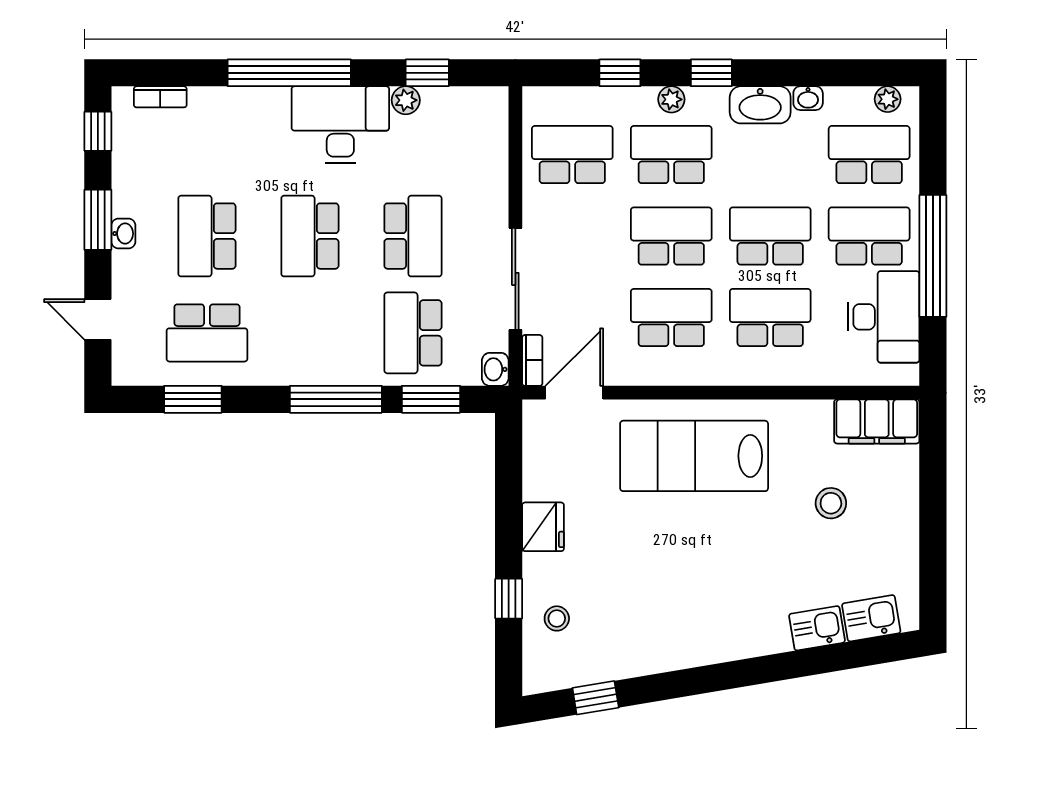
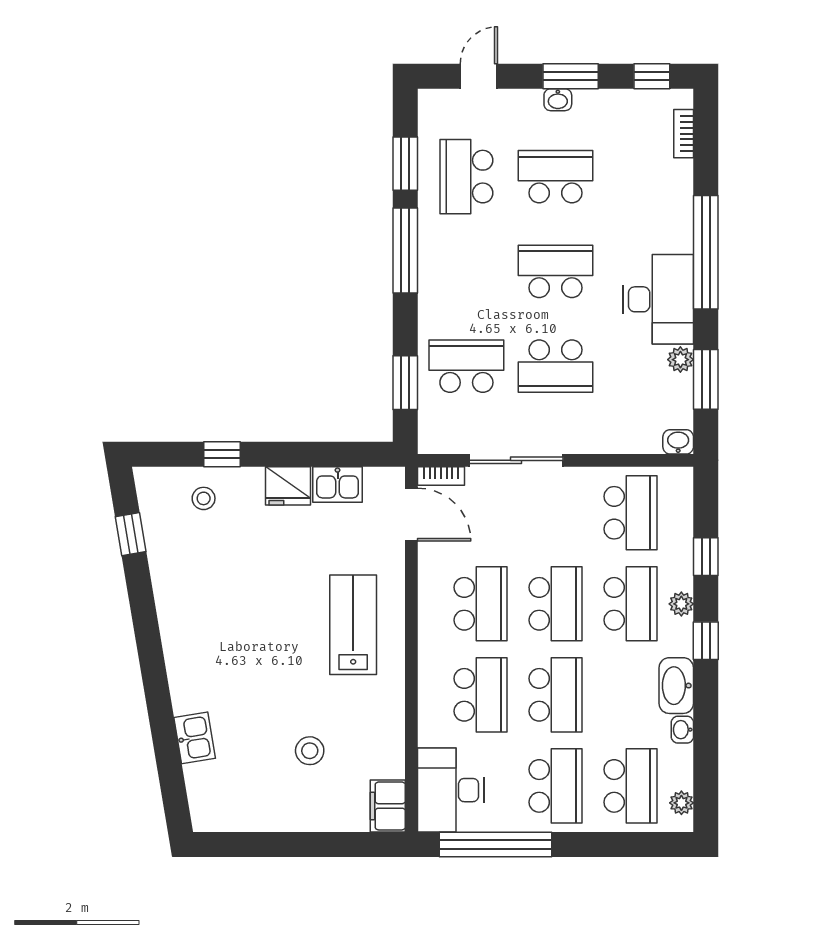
window: (427, 73) -> (706, 379), width x1.50
window: (933, 256) -> (496, 844), moved
desk: (883, 317) -> (451, 790), moved, turned 90
washbasin: (495, 369) -> (678, 442), moved
window: (336, 399) -> (405, 250), moved
filing cabinet: (877, 421) -> (388, 806), width x0.67, depth x0.86
lab bench: (694, 456) -> (353, 625), width x0.73, depth x0.72
kitchen sink: (871, 618) -> (338, 484), moved, turned 99

